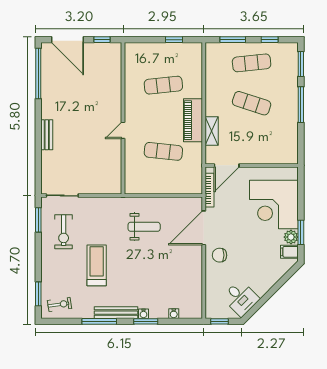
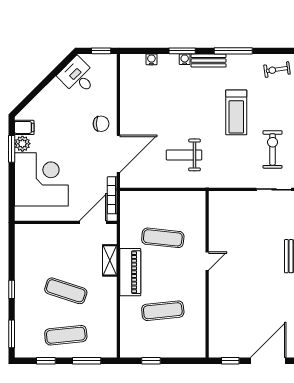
door: (68, 40) -> (268, 361), hinge flipped
window: (301, 105) -> (12, 289), width x0.46
bench: (116, 313) -> (209, 61), width x0.73

